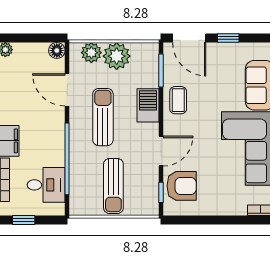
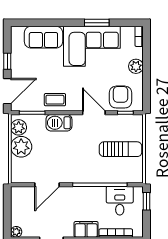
floor lamp: (57, 51) -> (17, 192), removed
plant: (91, 53) -> (19, 127), moved
sun lounger: (103, 117) -> (68, 157), removed
plant: (222, 206) -> (136, 66), added
window: (24, 220) -> (147, 201), moved

